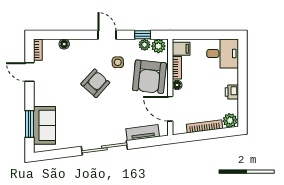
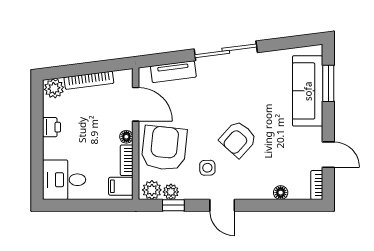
sofa: (44, 125) -> (308, 91), width x1.36

